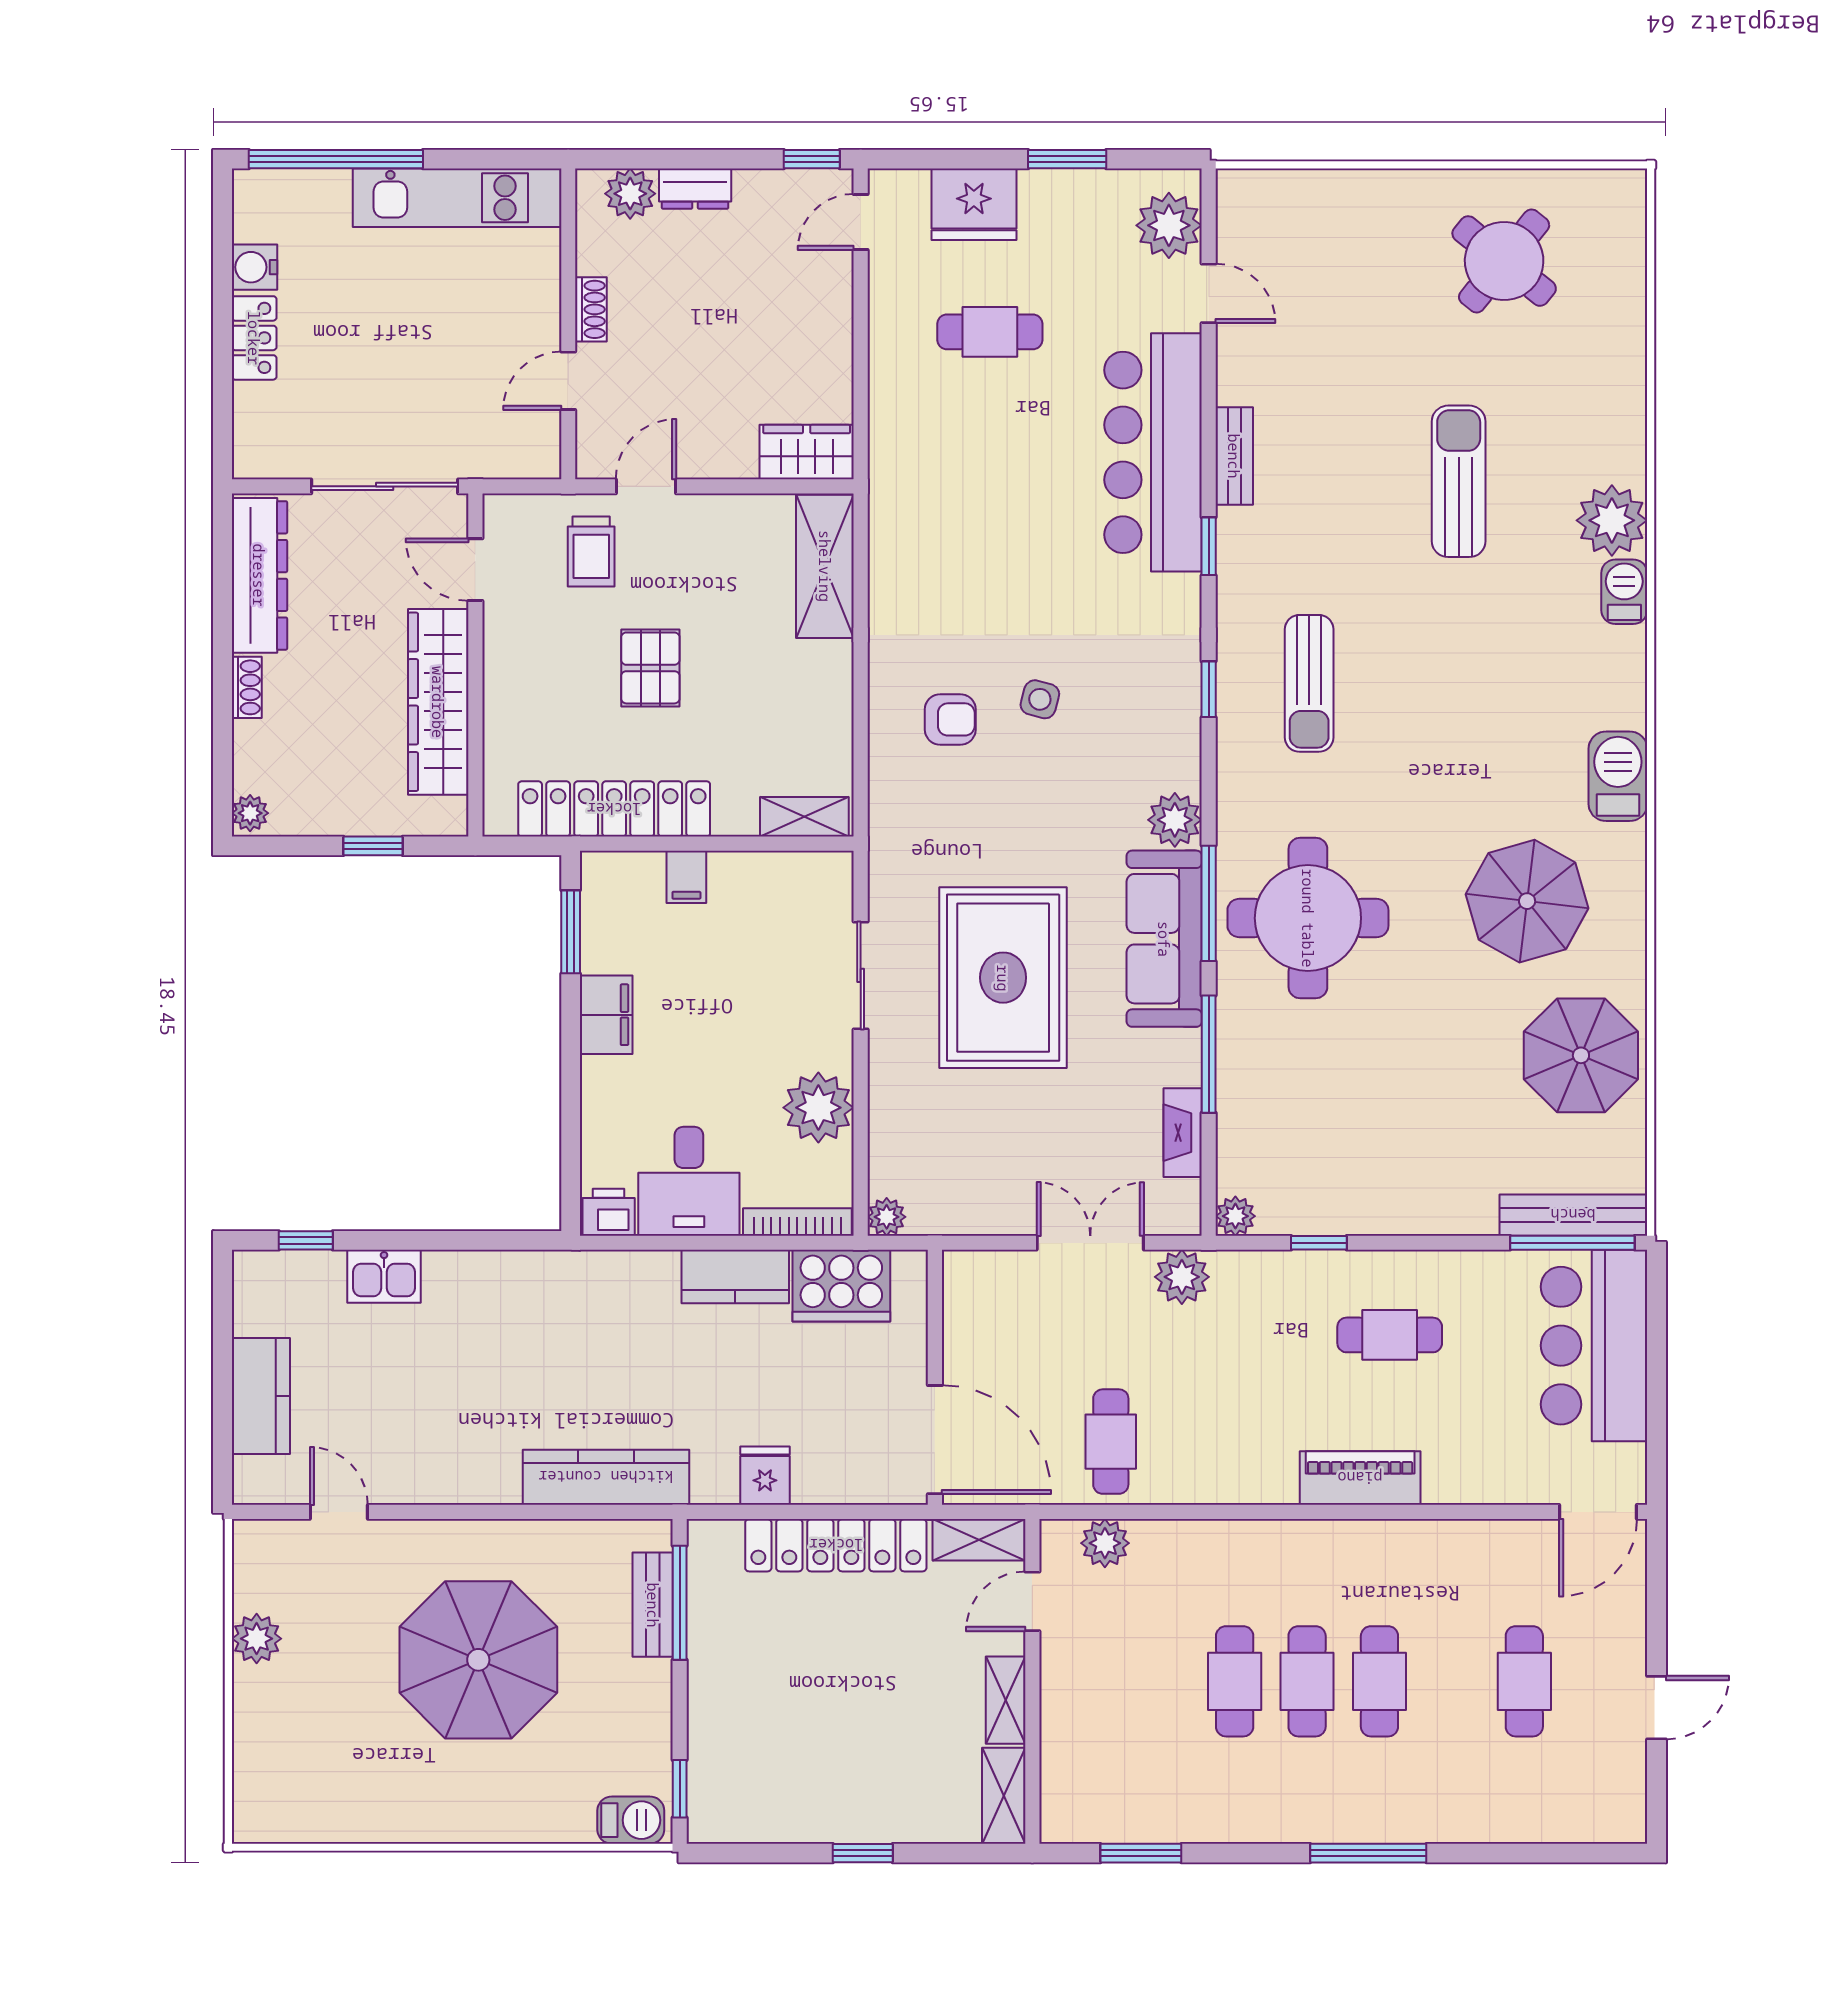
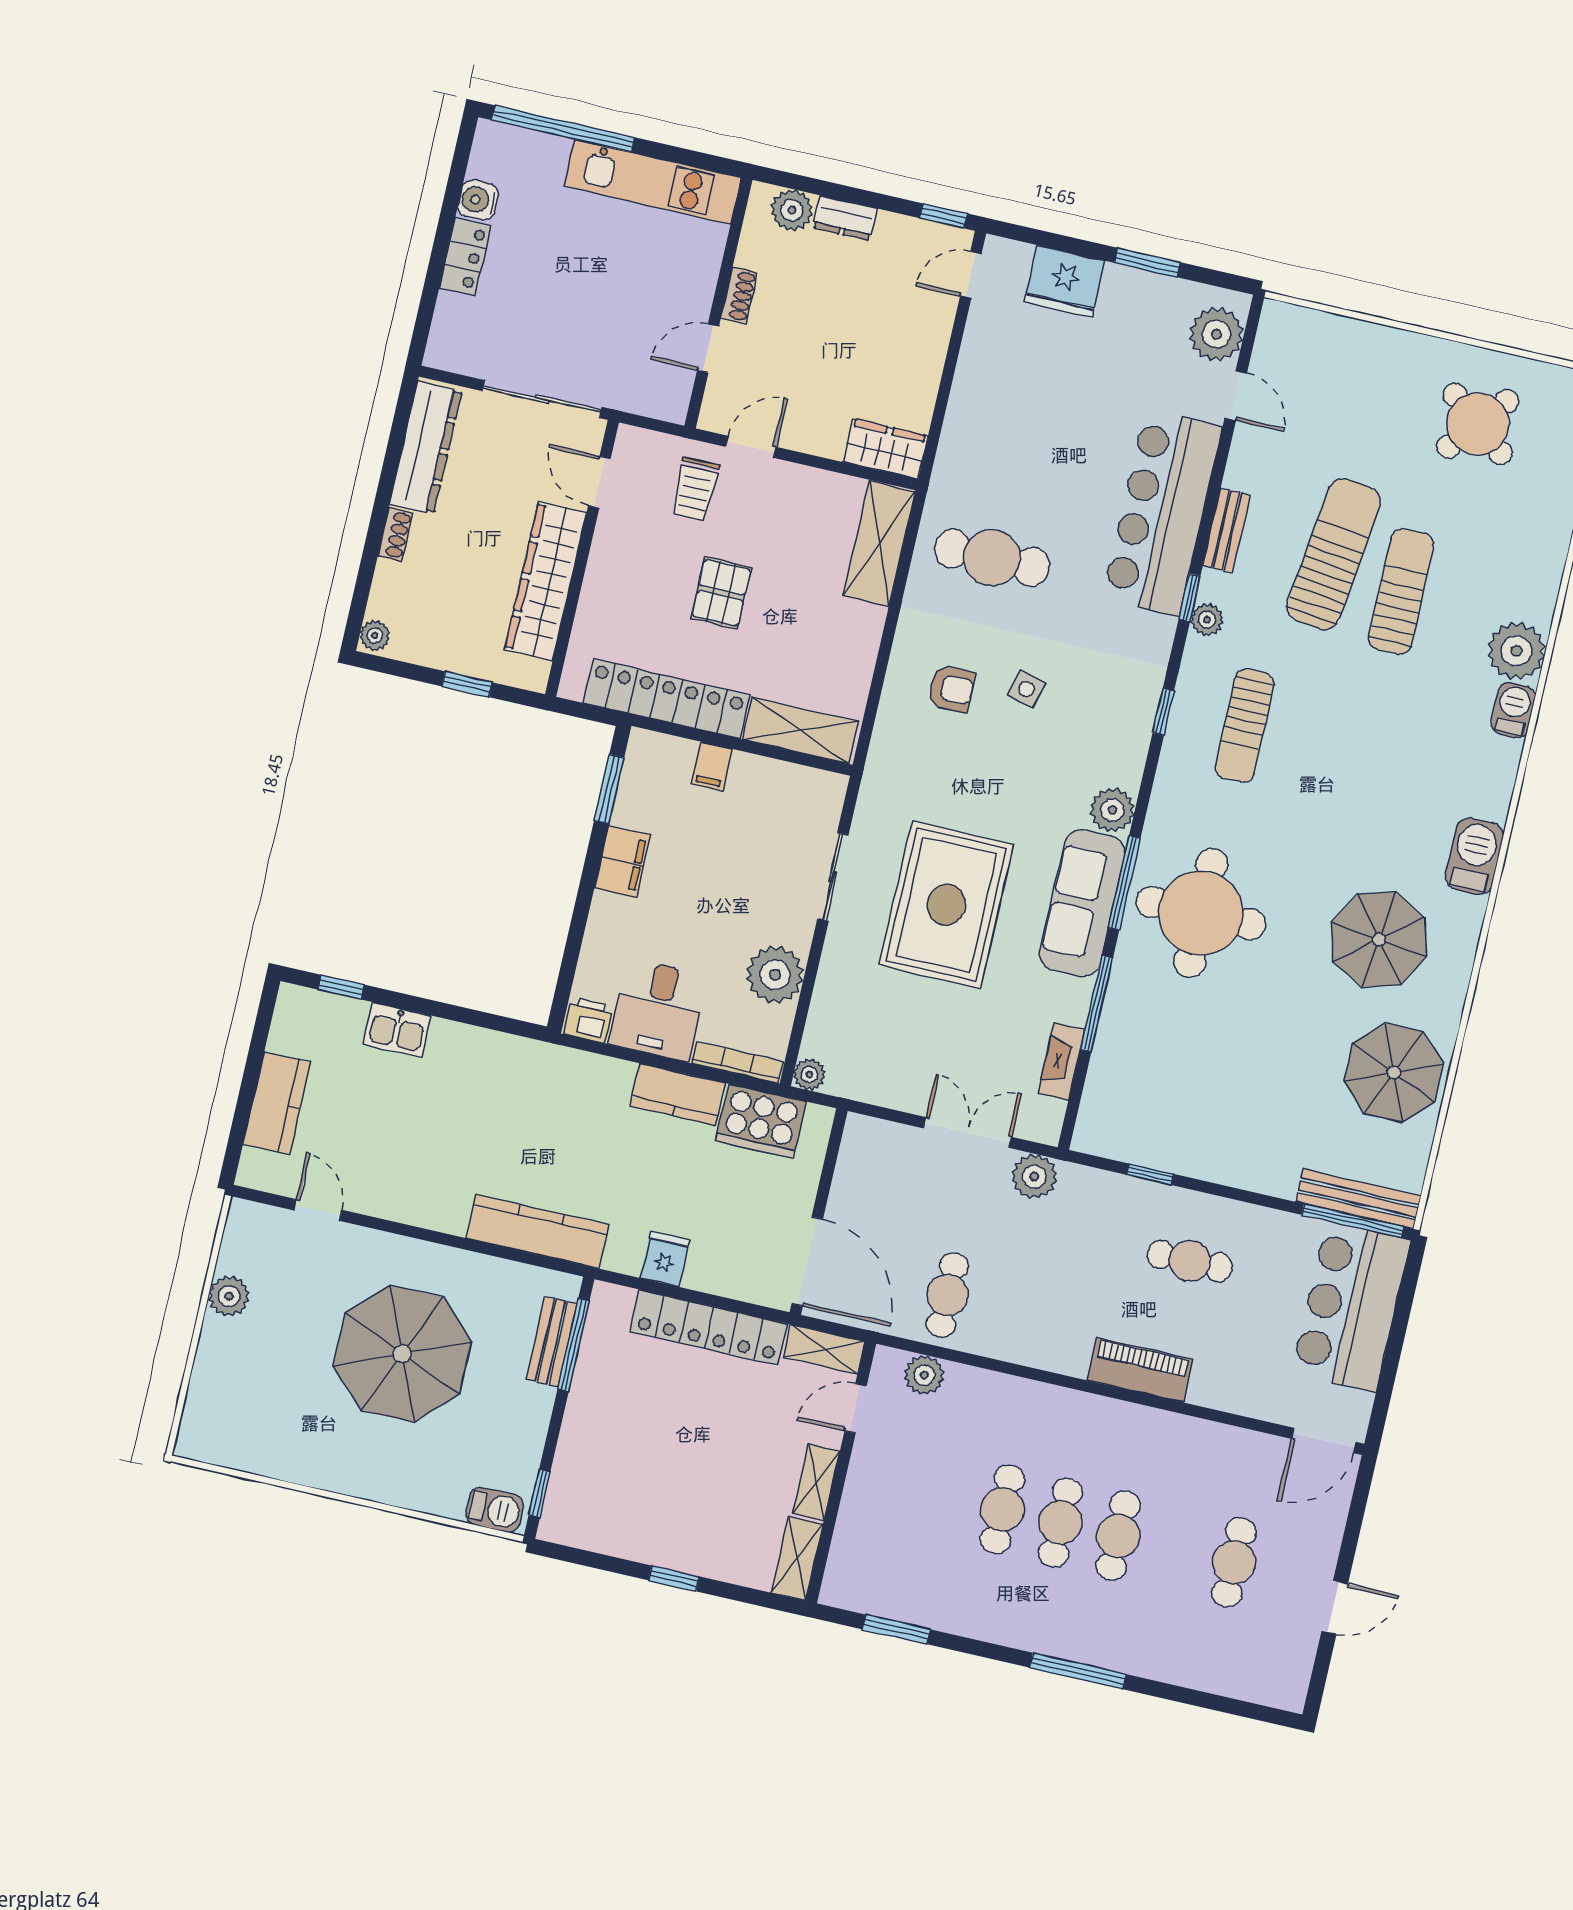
cafe table: (990, 332) -> (992, 558), moved, width x1.37, depth x1.35
sun lounger: (1368, 455) -> (1334, 554), added
shelving: (804, 817) -> (801, 731), width x1.50, depth x1.33
plant: (1235, 1216) -> (1207, 620), moved

